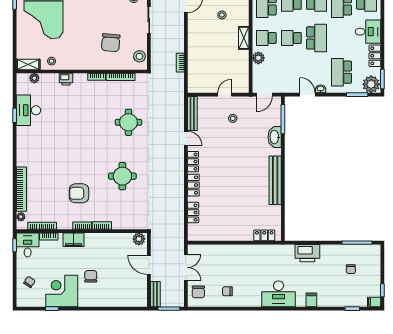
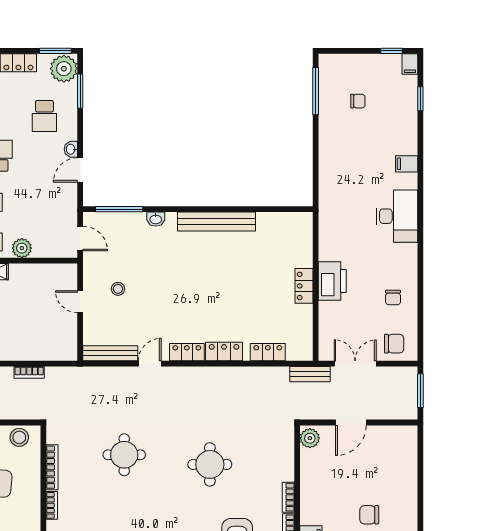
school desk: (341, 72) -> (44, 116), width x0.54
washbasin: (275, 137) -> (156, 219), width x0.52, depth x0.69
locker: (264, 235) -> (304, 286), moved
printer: (307, 253) -> (332, 281), moved
bench: (155, 294) -> (310, 374), moved

